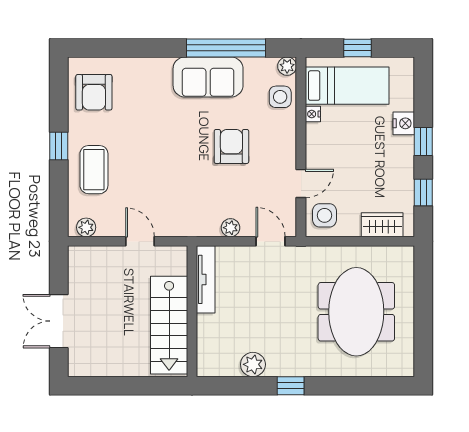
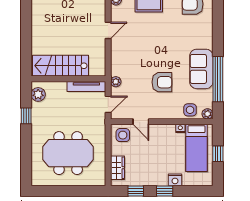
tv unit: (206, 279) -> (86, 86), moved
wall: (192, 311) -> (68, 79), moved
stairs: (169, 325) -> (60, 66), moved

